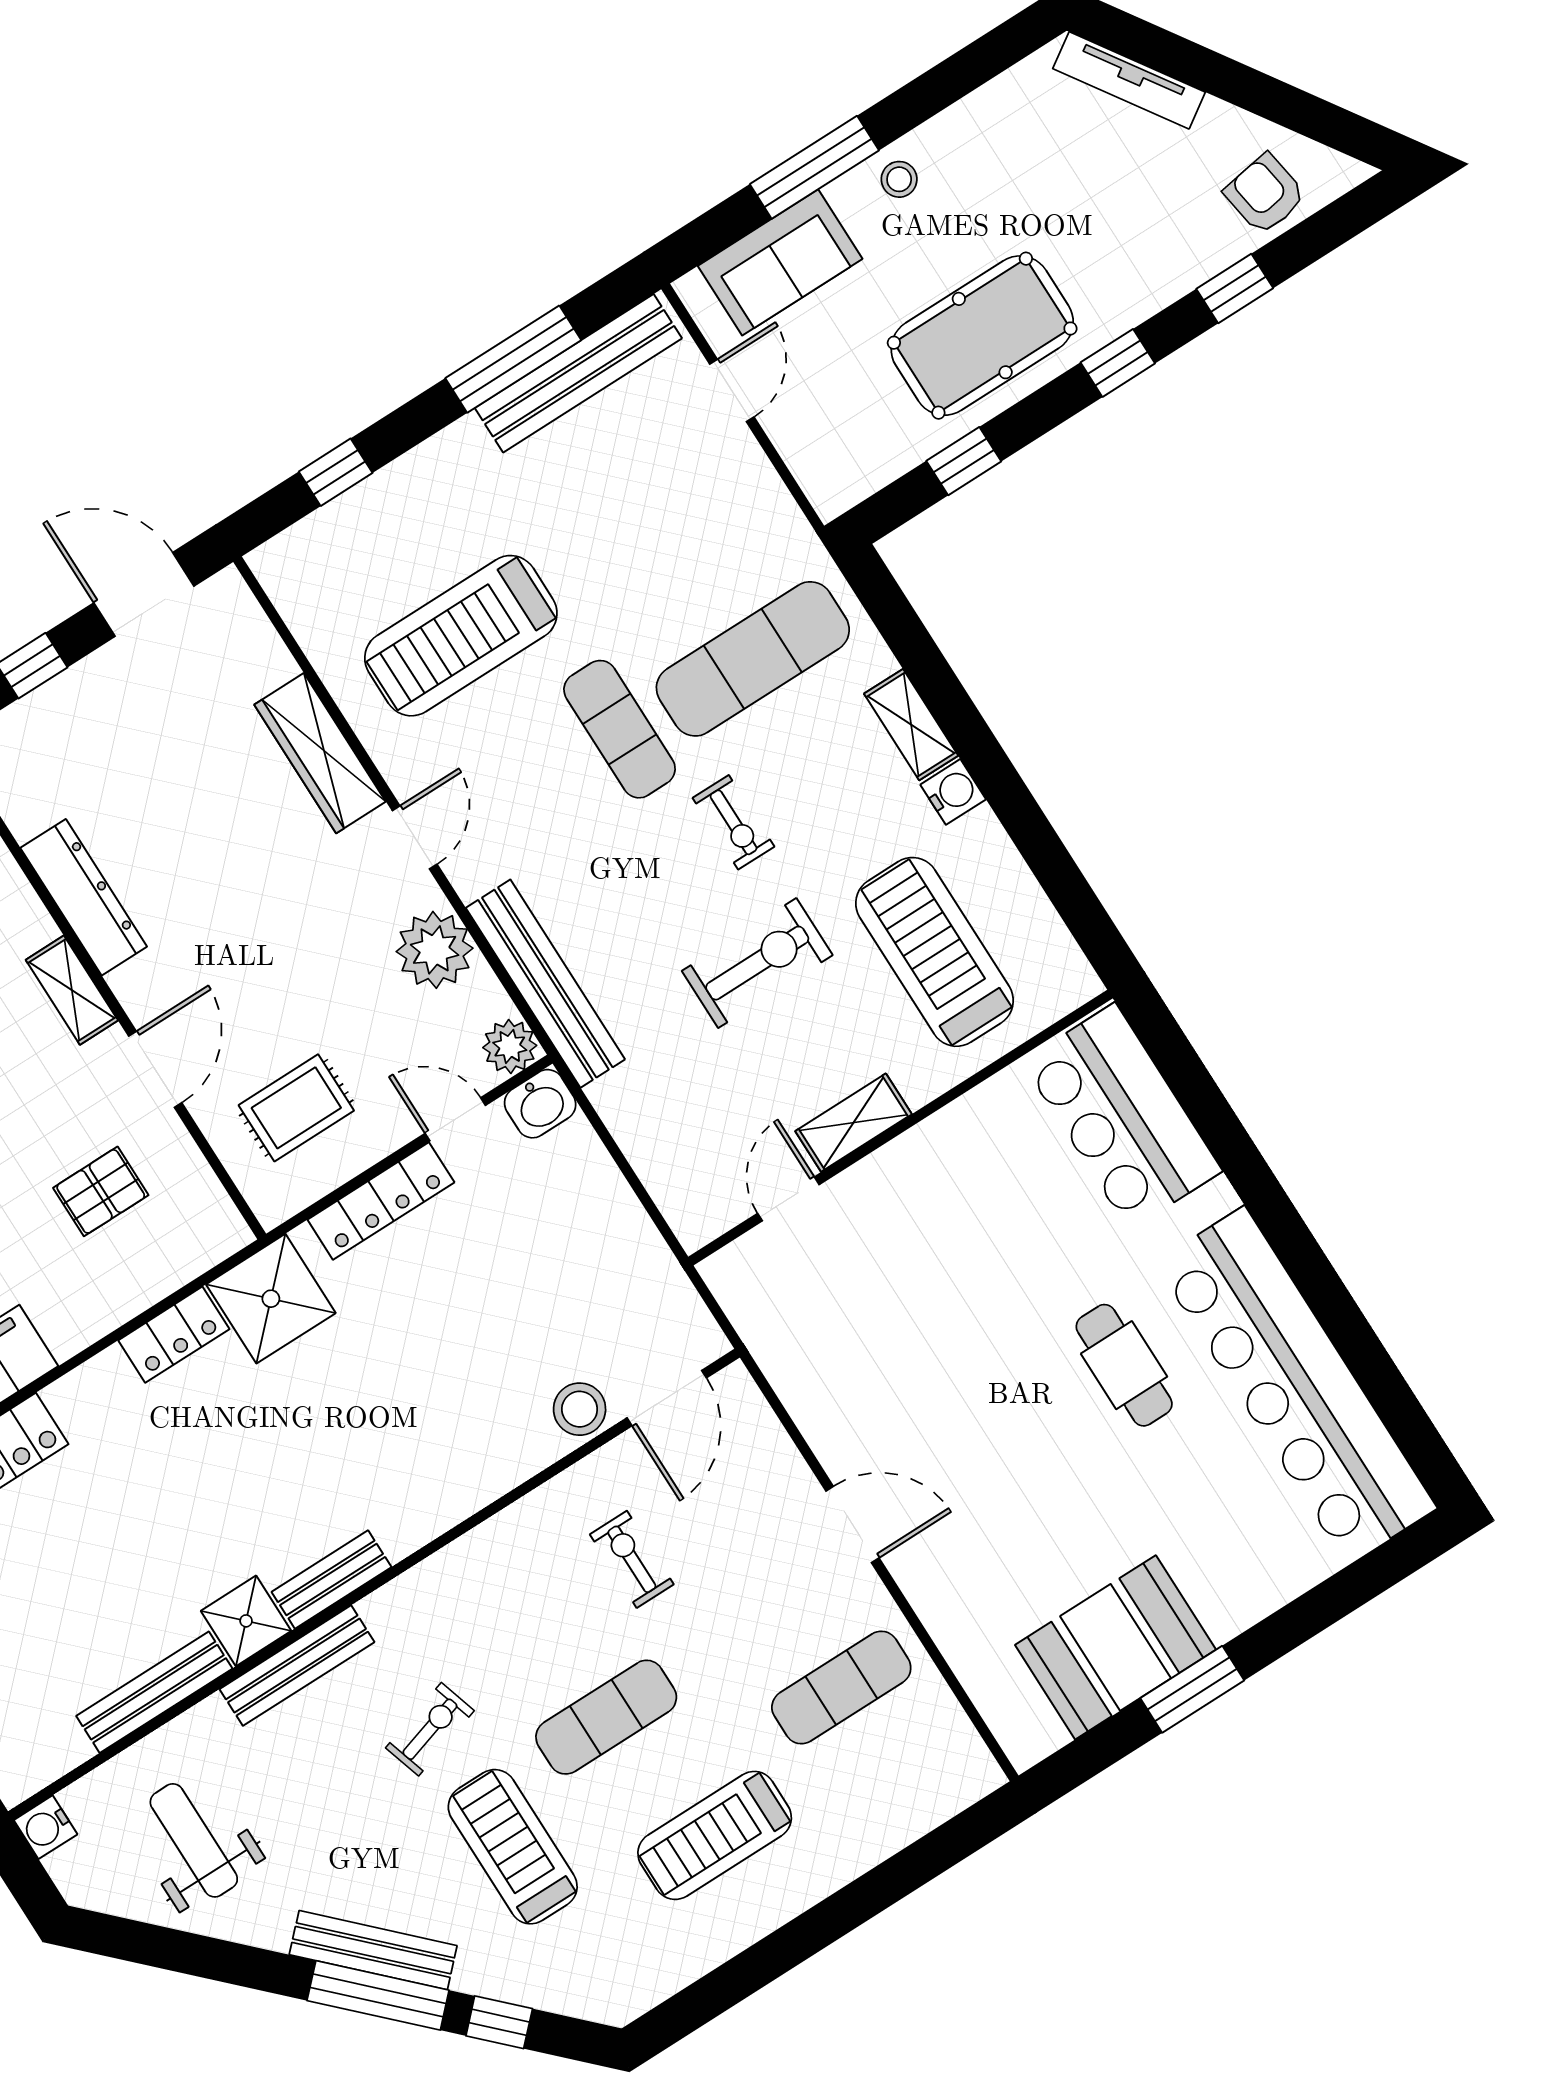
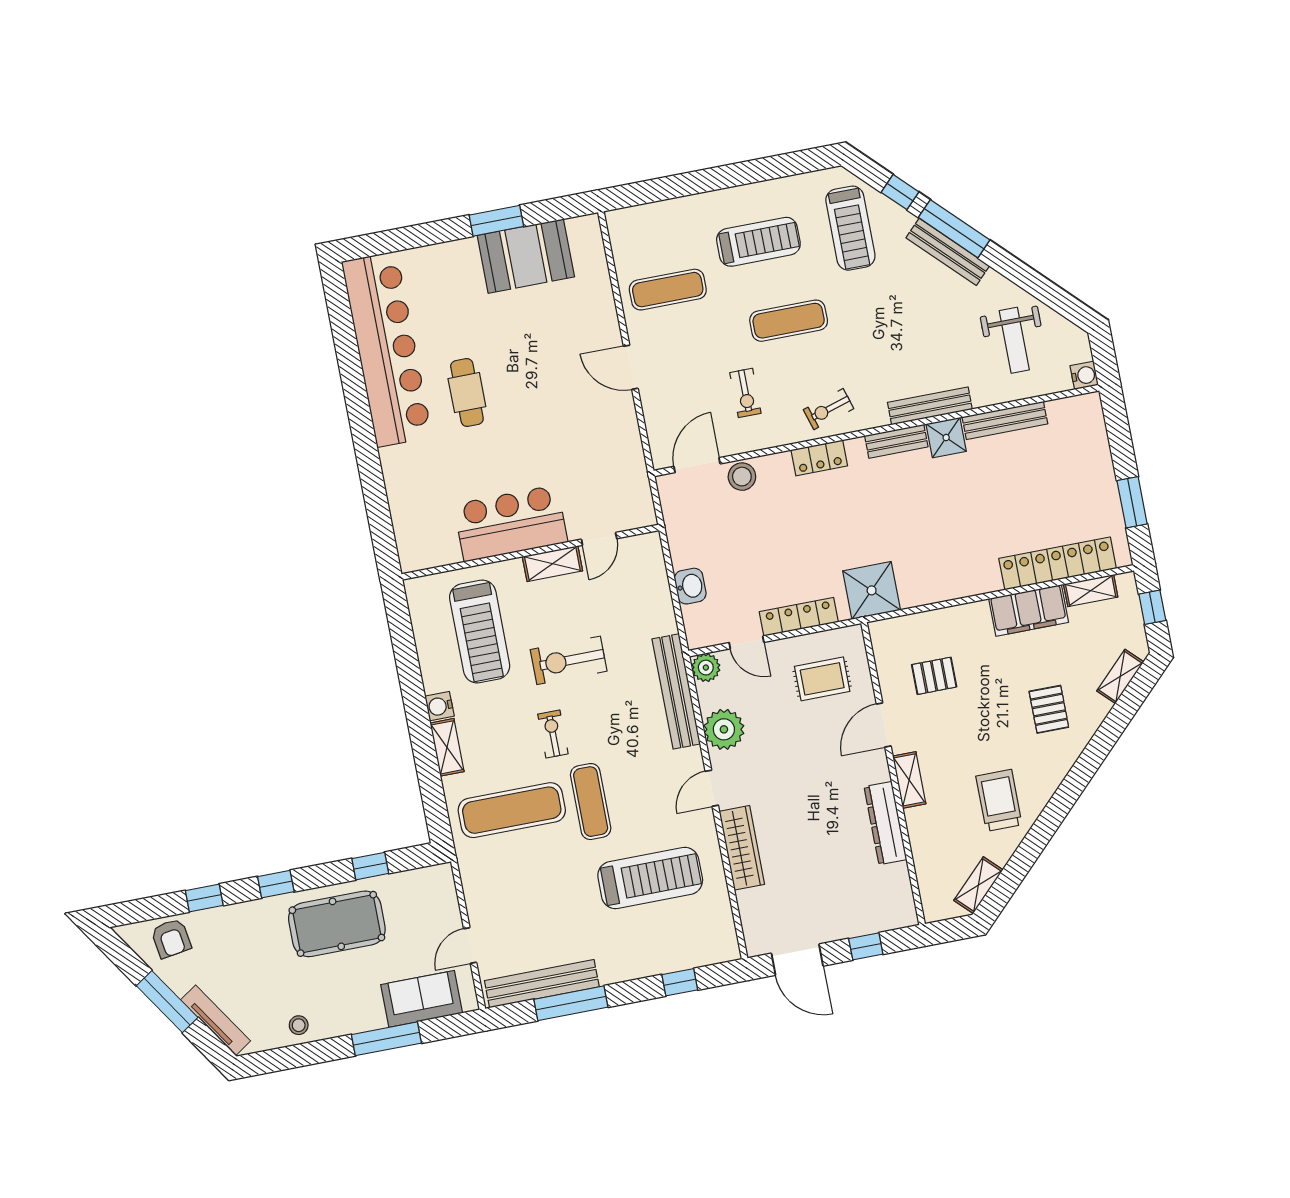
window: (1228, 79) -> (167, 1002), added
stool: (899, 179) -> (299, 1025), moved
washbasin: (540, 1104) -> (690, 586), moved, turned 90
bar counter: (1122, 1116) -> (511, 523), moved, turned -90
locker: (174, 1335) -> (819, 458), moved, turned 180
exercise bike: (430, 1729) -> (829, 409), moved
treadmill: (513, 1847) -> (850, 228), moved

